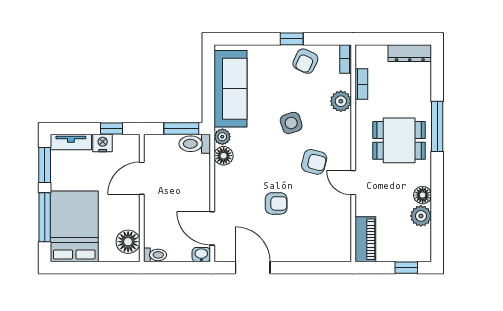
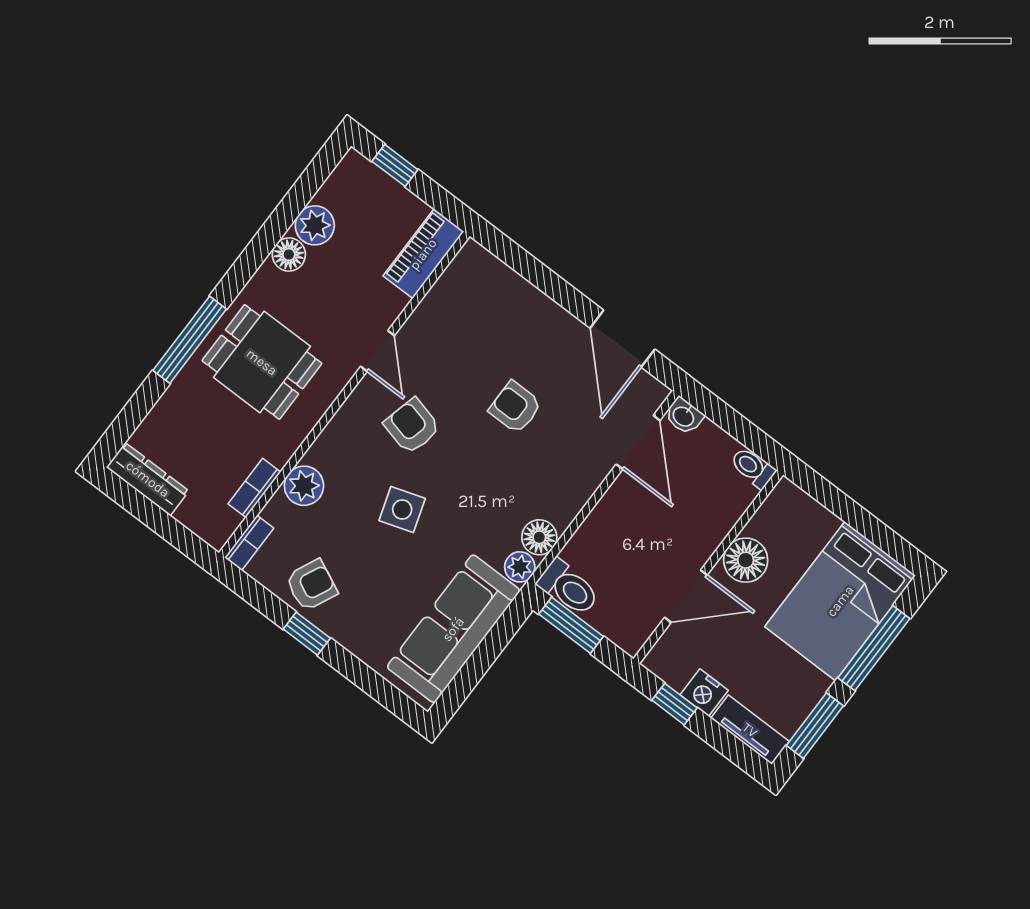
floor lamp: (128, 242) -> (746, 560), moved

